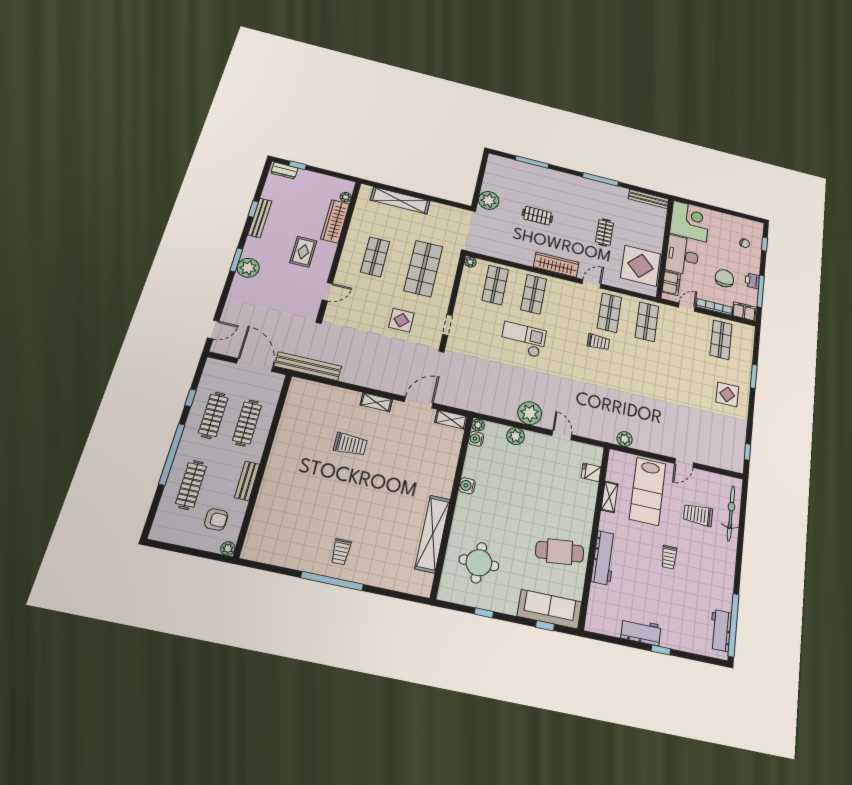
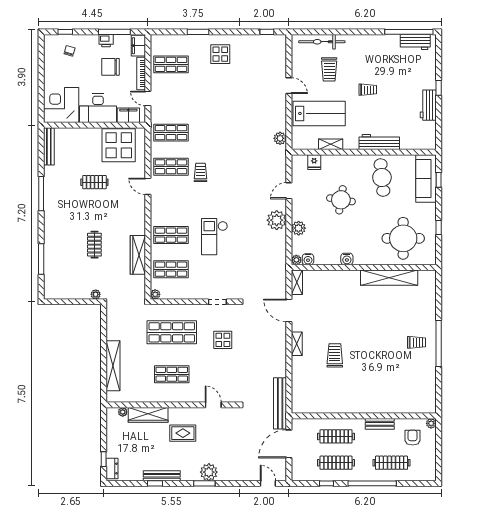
plant: (489, 200) -> (96, 294), width x0.53, depth x0.53
wardrobe: (556, 265) -> (138, 255), moved
round table: (541, 495) -> (341, 200), added
round table: (479, 563) -> (403, 238), width x1.36, depth x1.36

